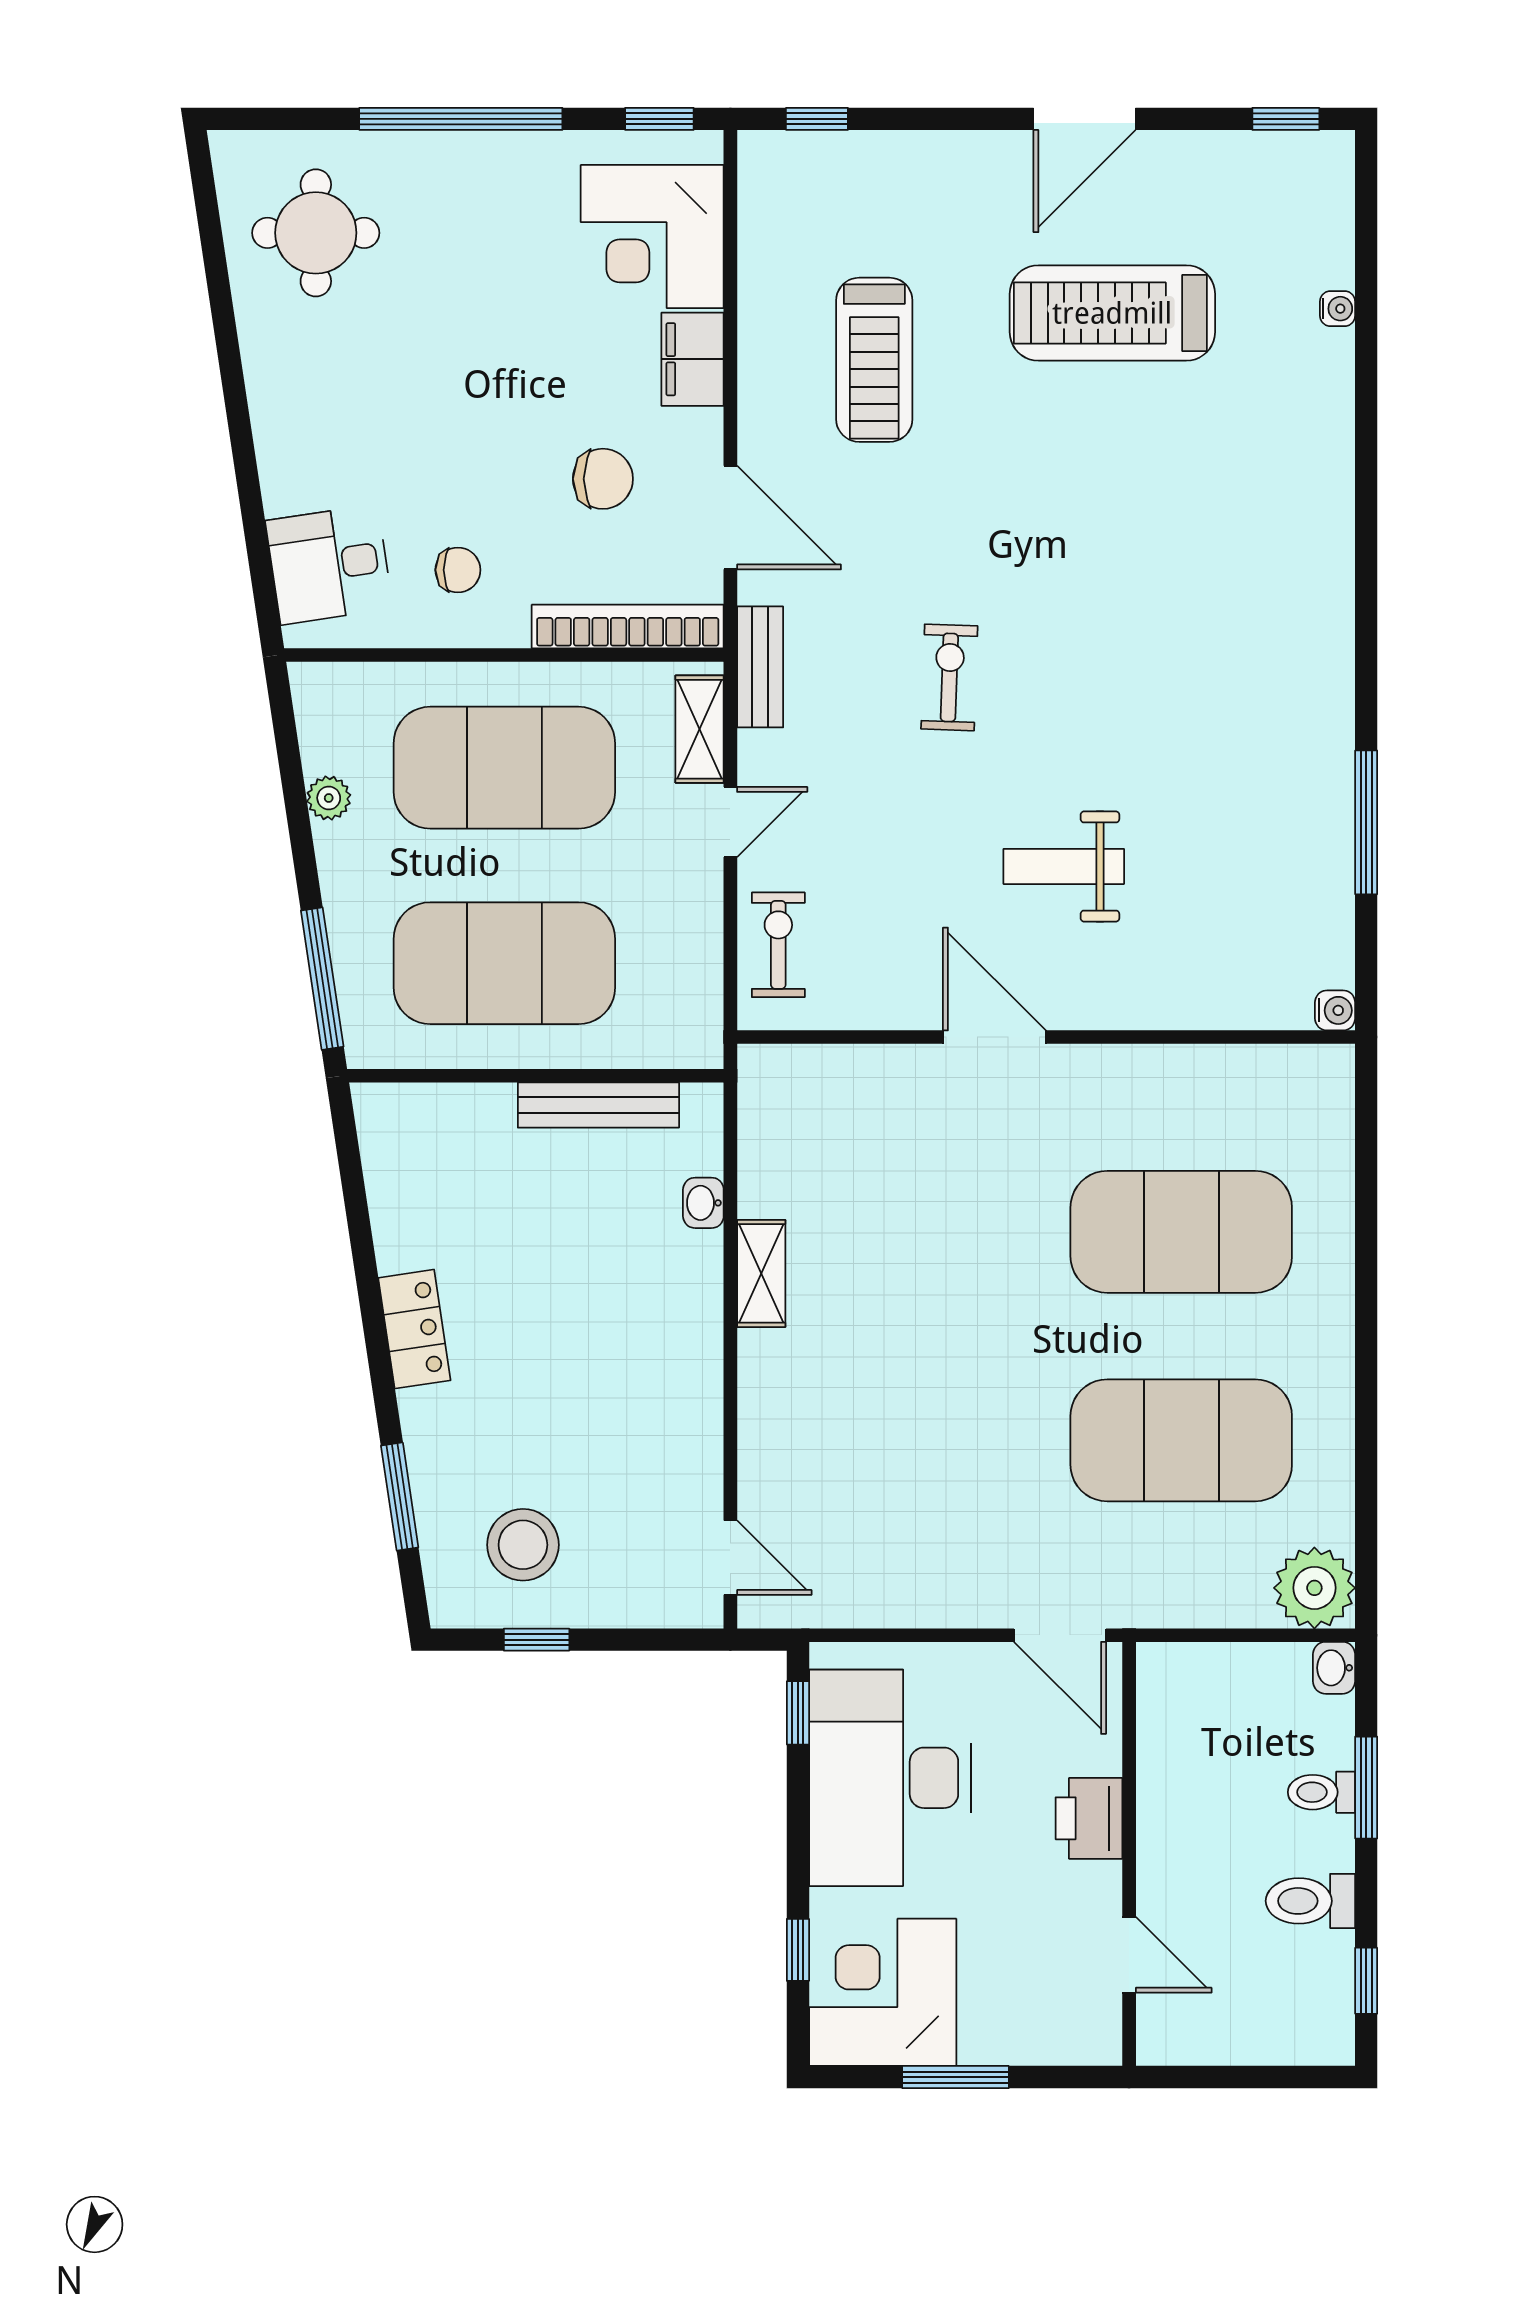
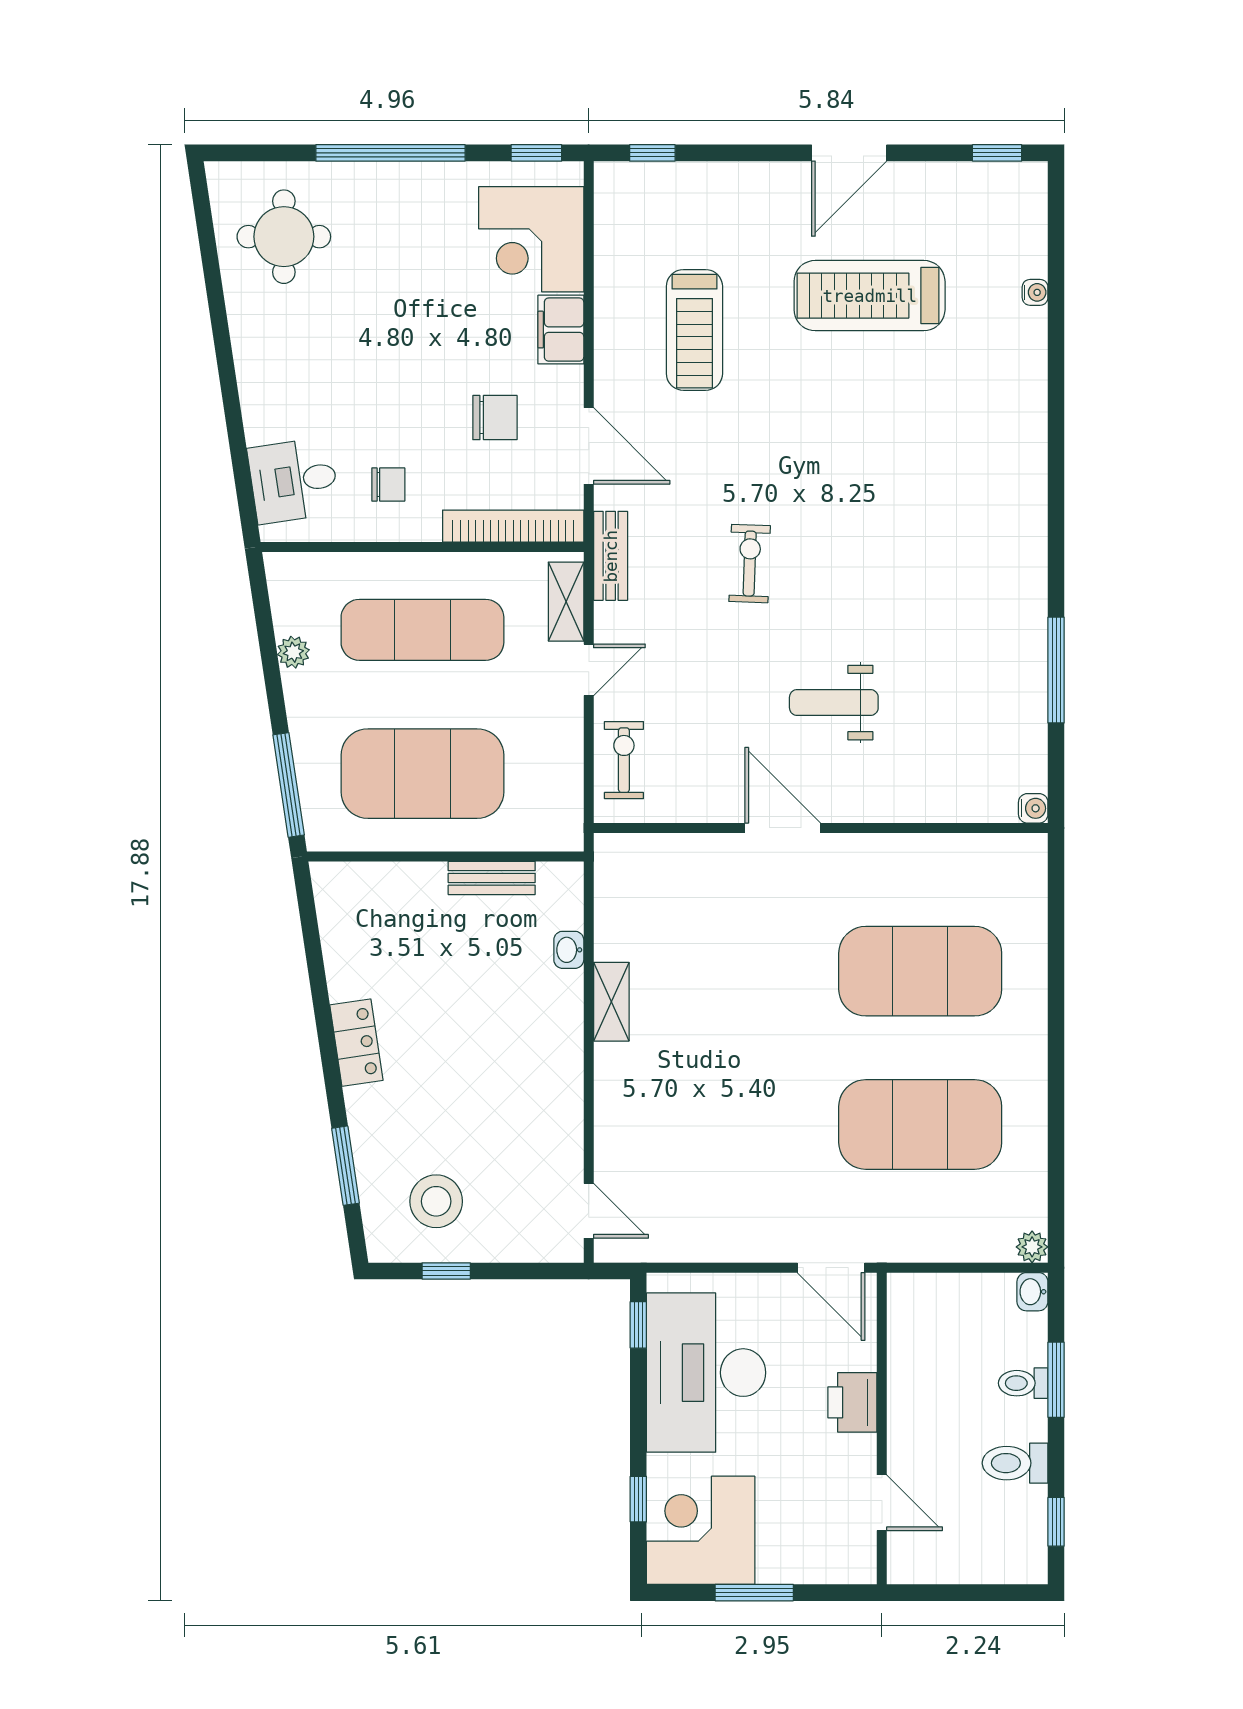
exercise mat: (504, 768) -> (422, 630), width x0.68
bench: (598, 1105) -> (492, 878), width x0.73
plant: (1314, 1588) -> (1032, 1247), width x0.53, depth x0.53

